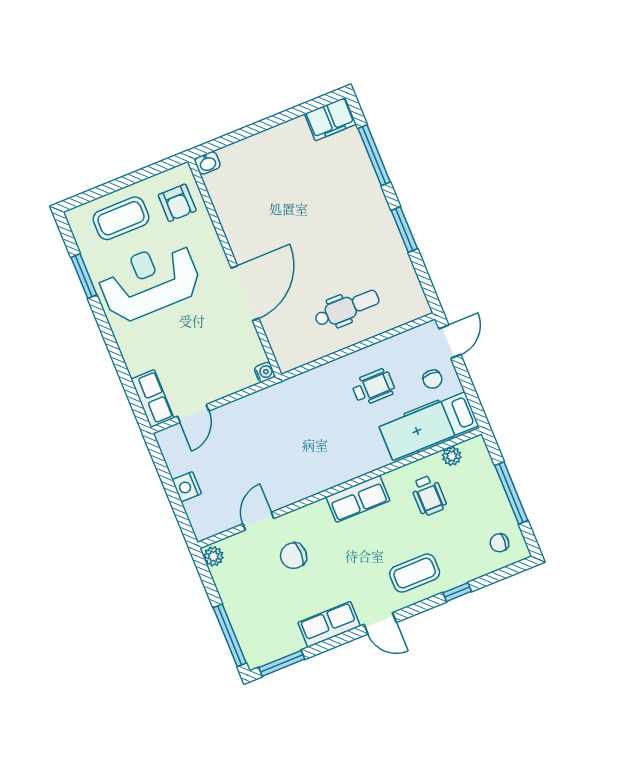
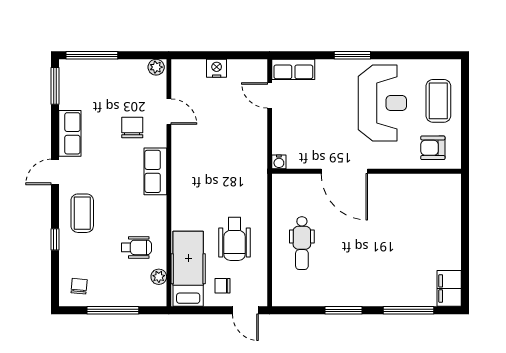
washbasin: (208, 163) -> (454, 183), removed
window: (84, 276) -> (352, 55), moved
wheelchair: (373, 387) -> (235, 239), width x1.36, depth x1.37
wheelchair: (429, 495) -> (136, 247), turned 180
row of seats: (358, 499) -> (155, 171), moved

